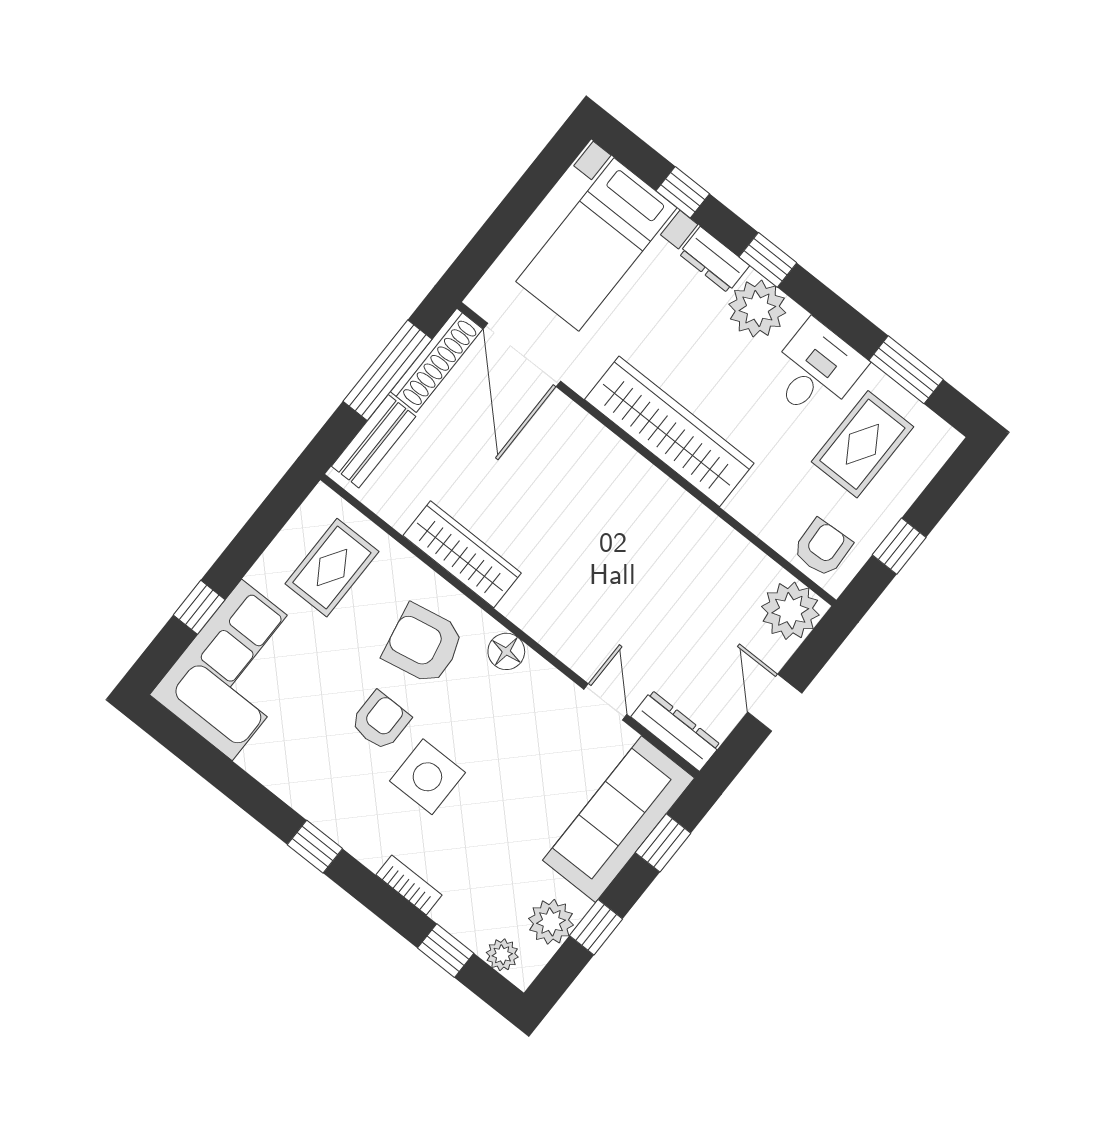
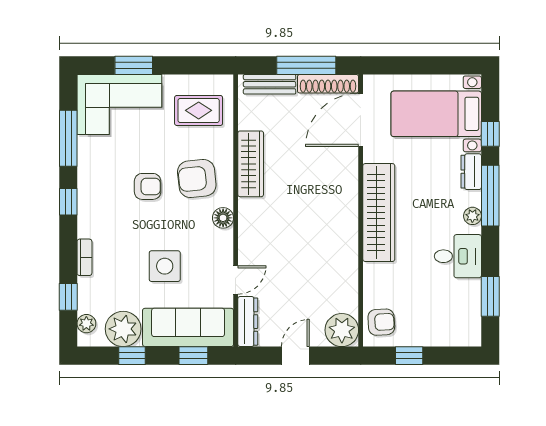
window: (768, 260) -> (490, 196), width x2.17
plant: (757, 309) -> (472, 216), width x0.53, depth x0.53
rug: (862, 444) -> (442, 303), removed
window: (199, 607) -> (134, 65), width x1.50
armchair: (423, 644) -> (197, 178), turned -85
window: (228, 777) -> (68, 138), added
side table: (427, 777) -> (165, 266), moved
plant: (551, 922) -> (123, 329), width x1.36, depth x1.36

